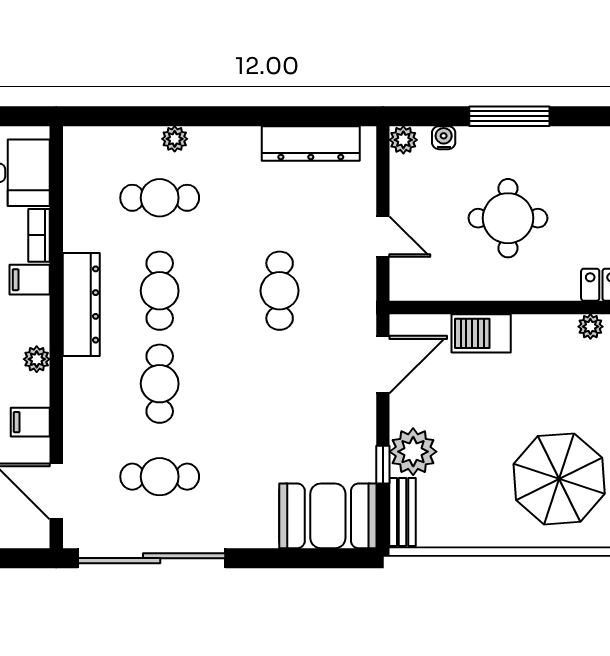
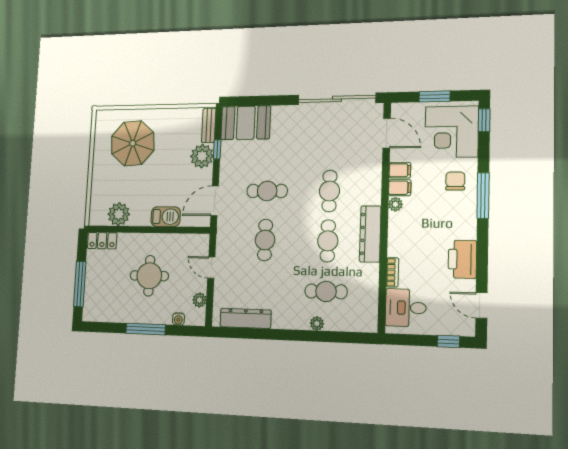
plant: (403, 140) -> (199, 300), moved
filing cabinet: (30, 280) -> (400, 188), moved
plant: (590, 327) -> (119, 214), width x1.87, depth x1.87
cafe table: (160, 477) -> (267, 191), moved

